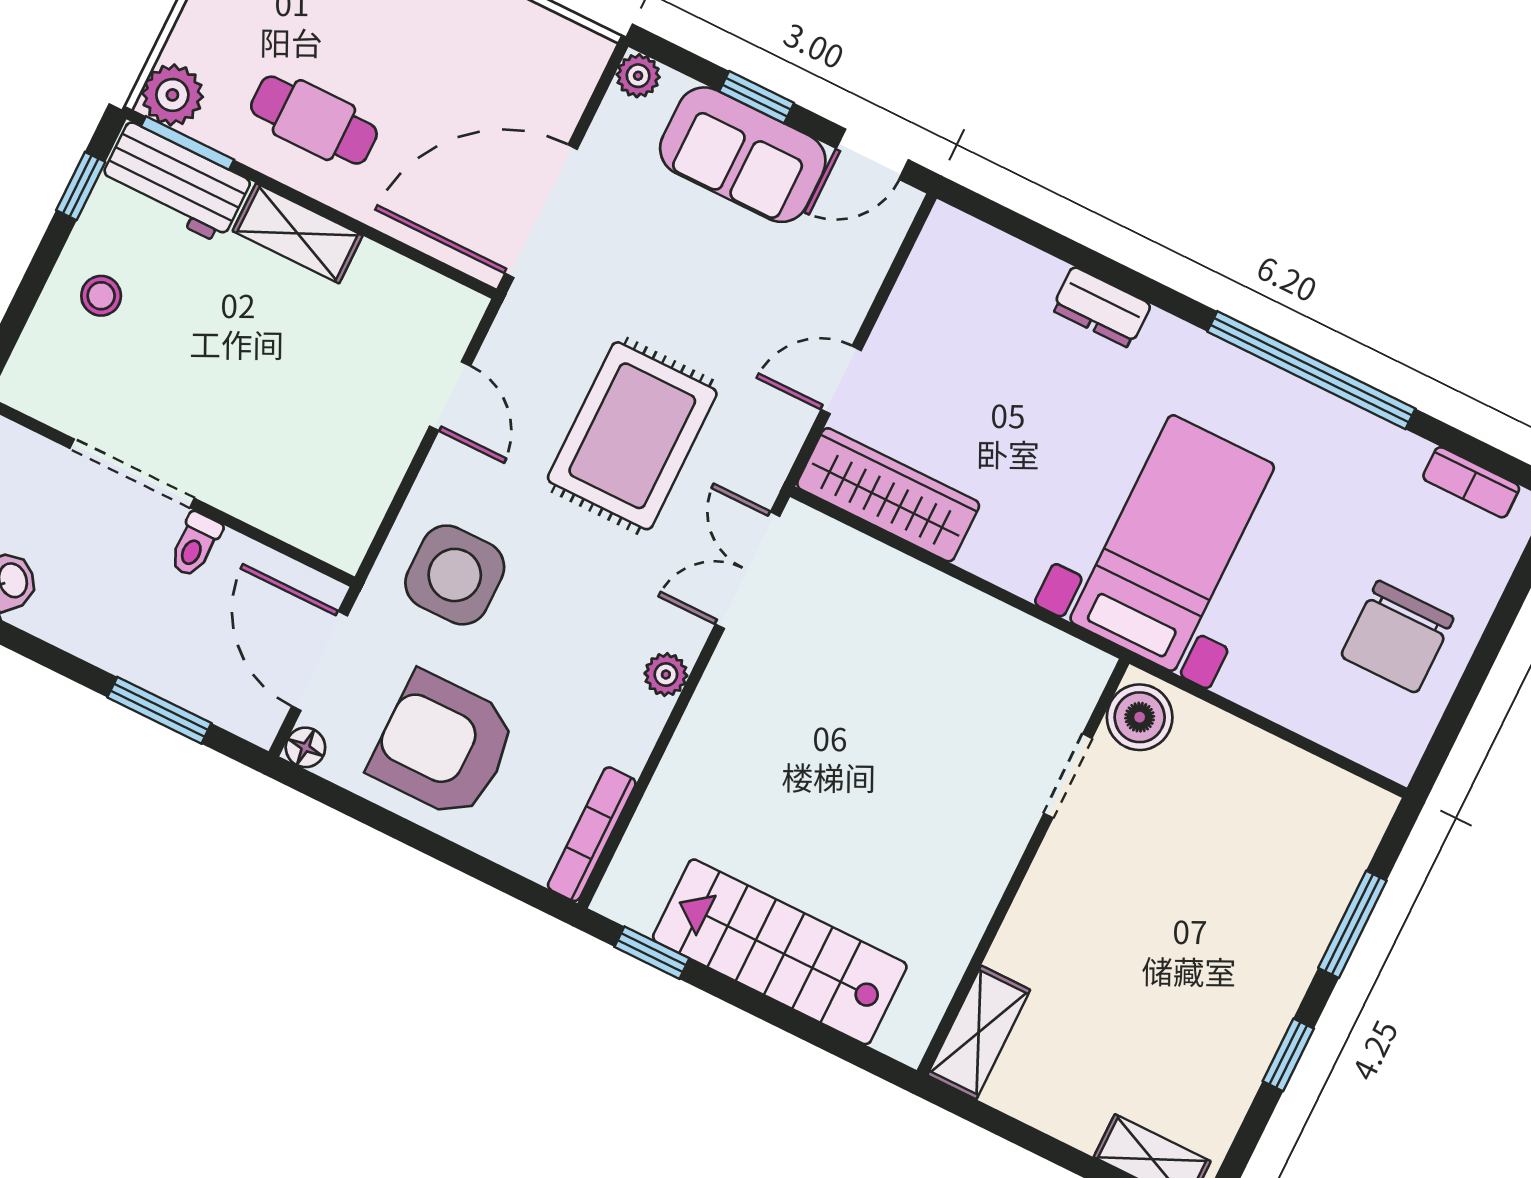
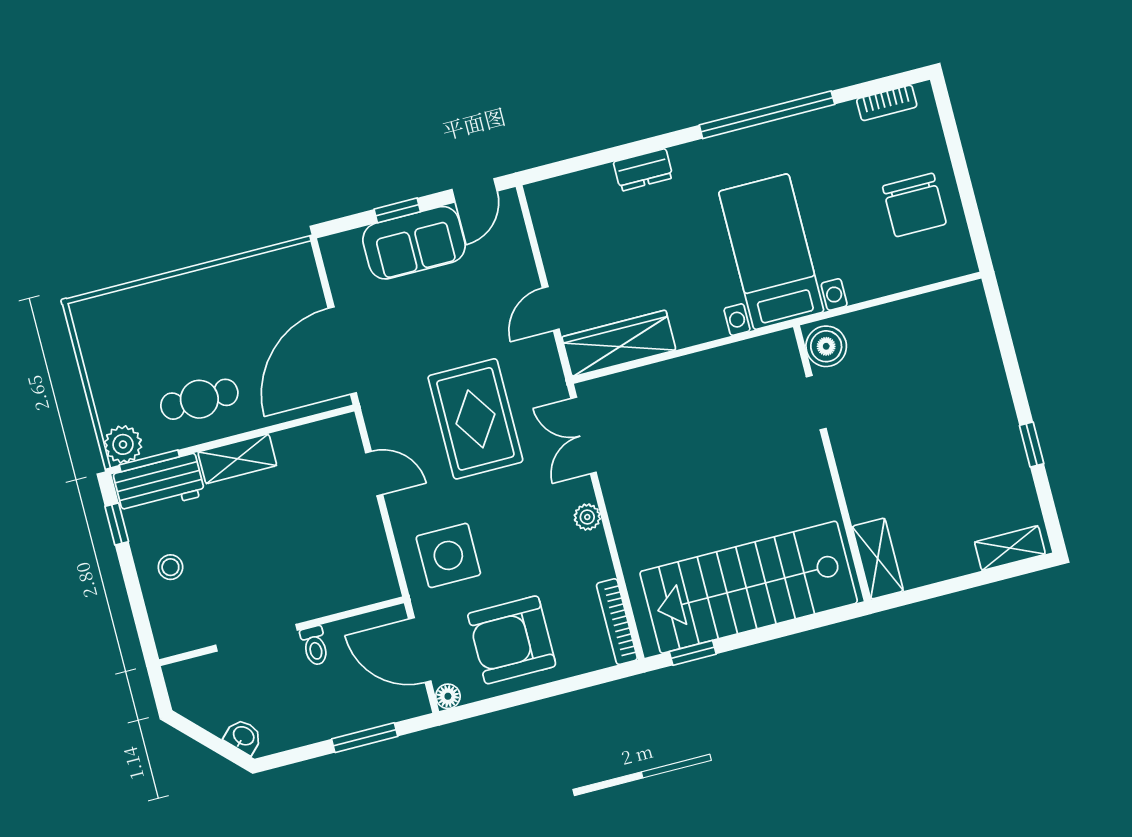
plant: (638, 76) -> (333, 248), removed
window: (1352, 924) -> (1009, 358), removed
stairs: (780, 952) -> (749, 587), width x1.36, depth x1.51

